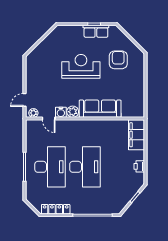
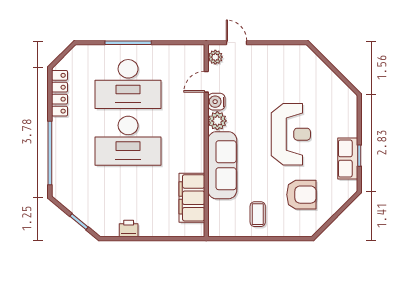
coffee table: (130, 87) -> (258, 214), added
filing cabinet: (137, 135) -> (192, 198), moved, turned -90

